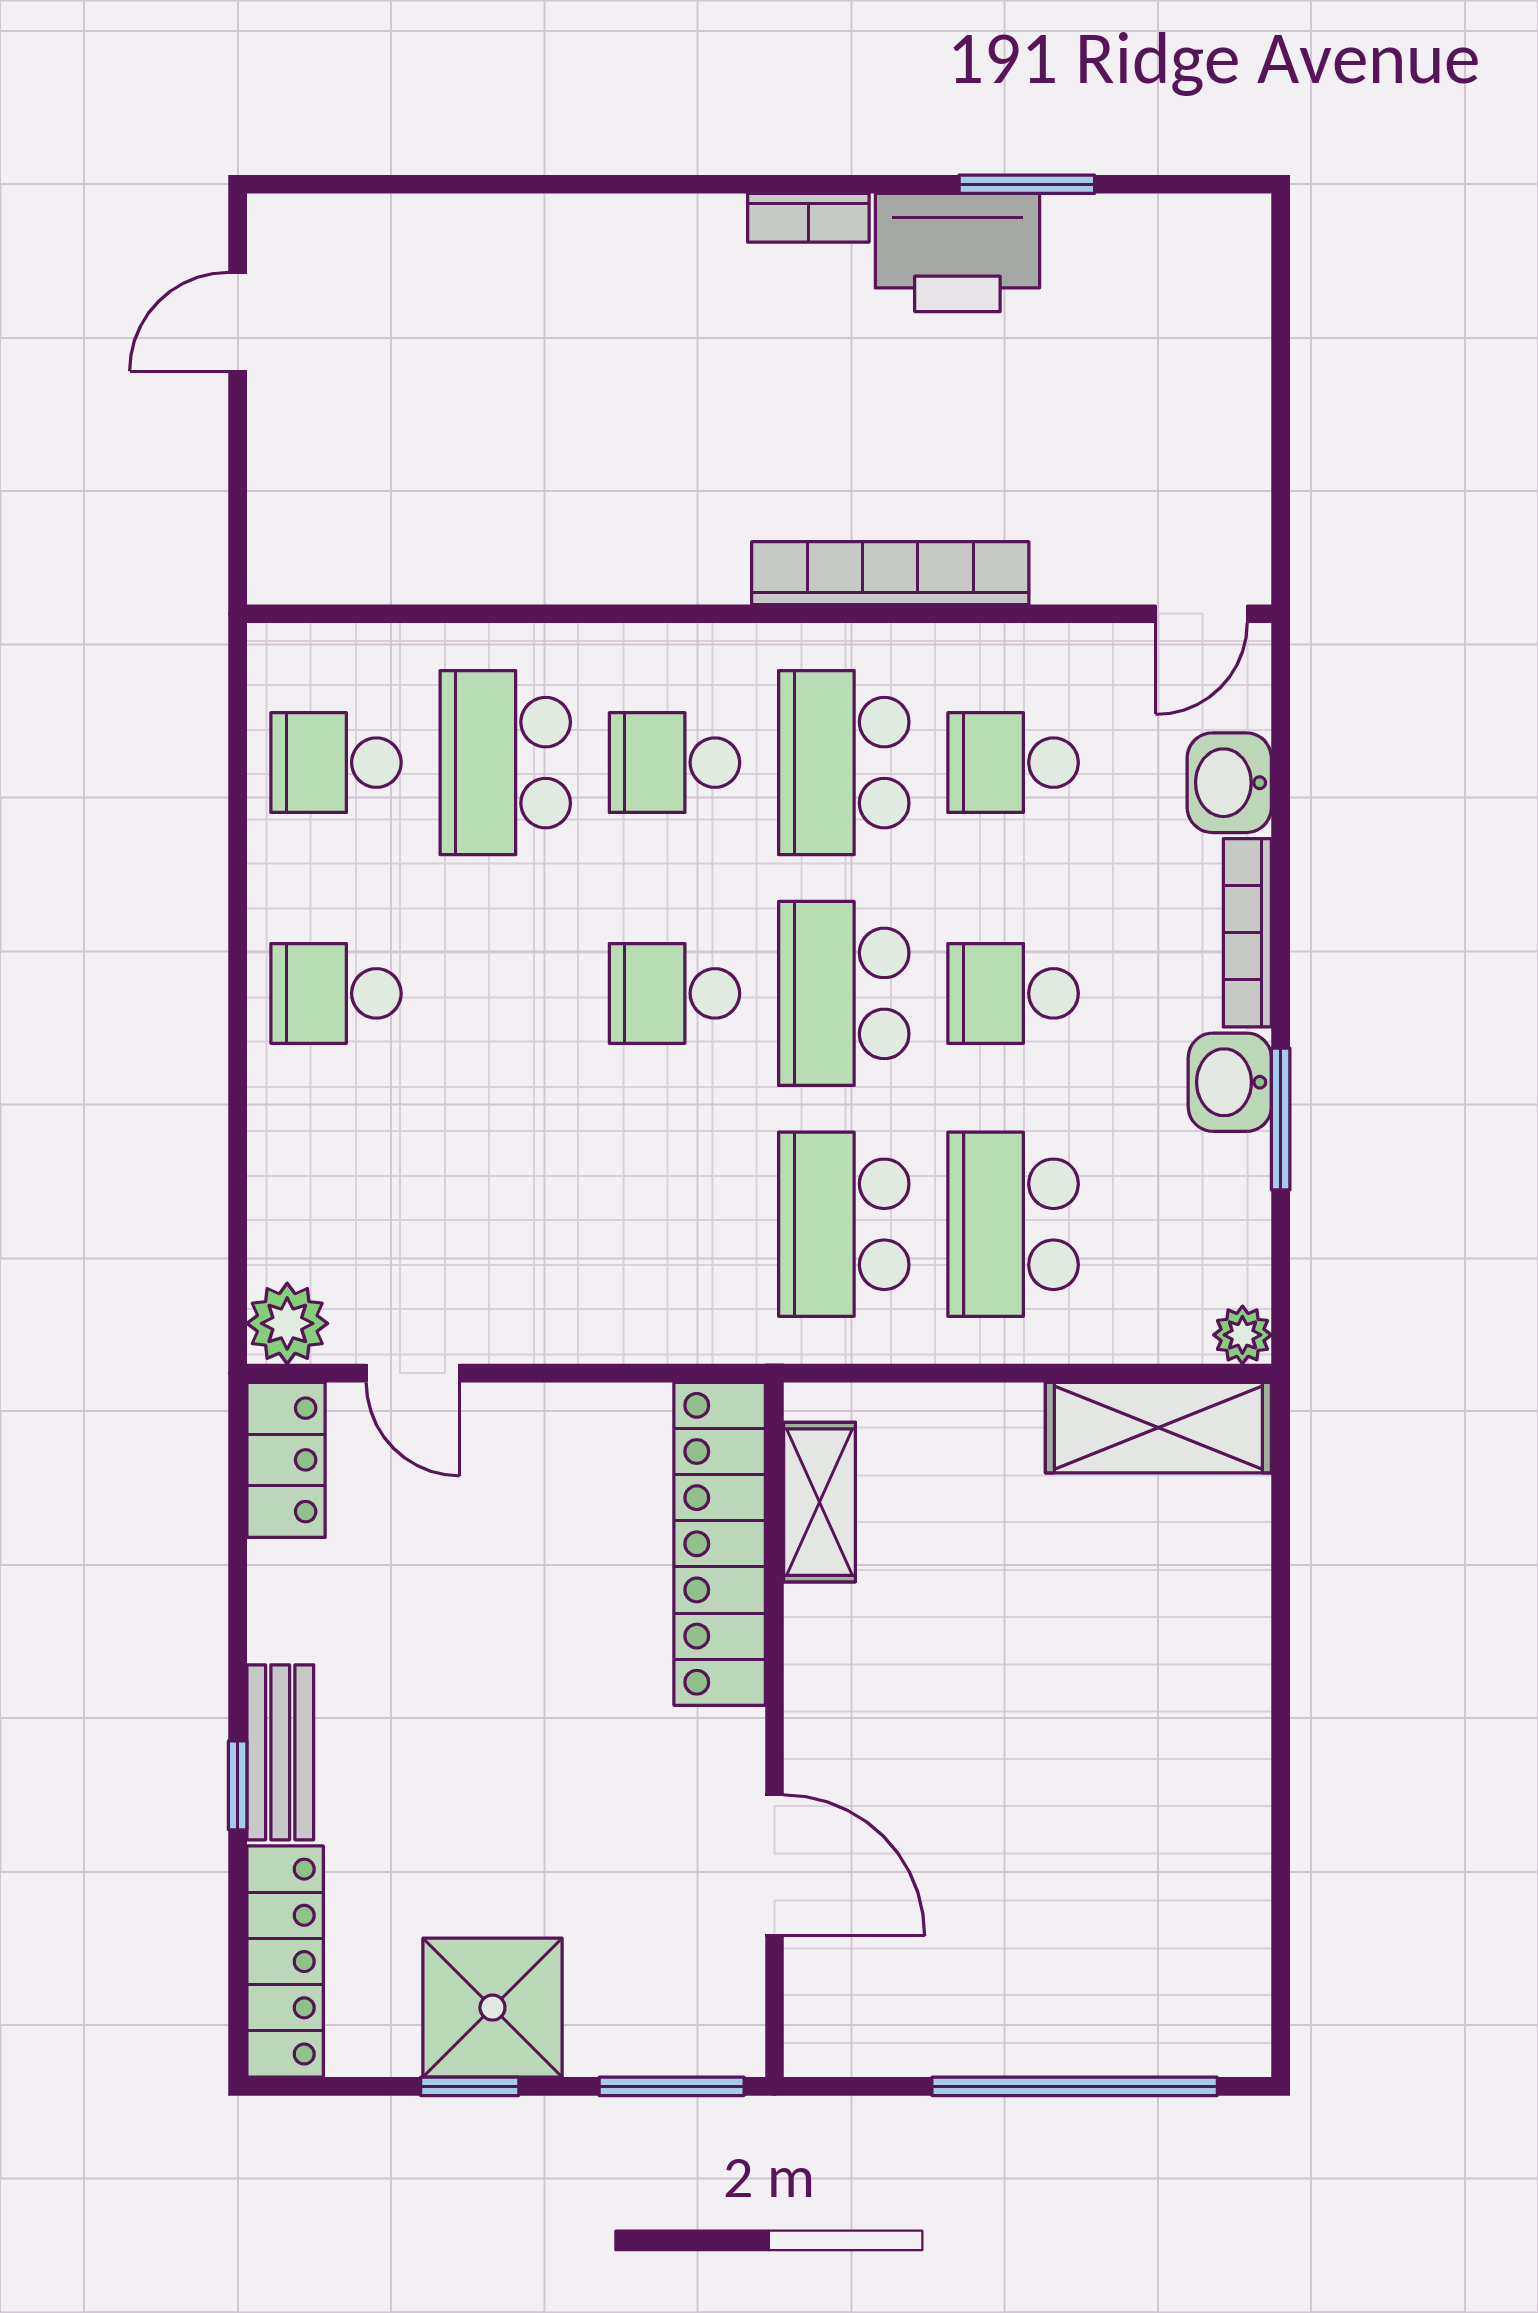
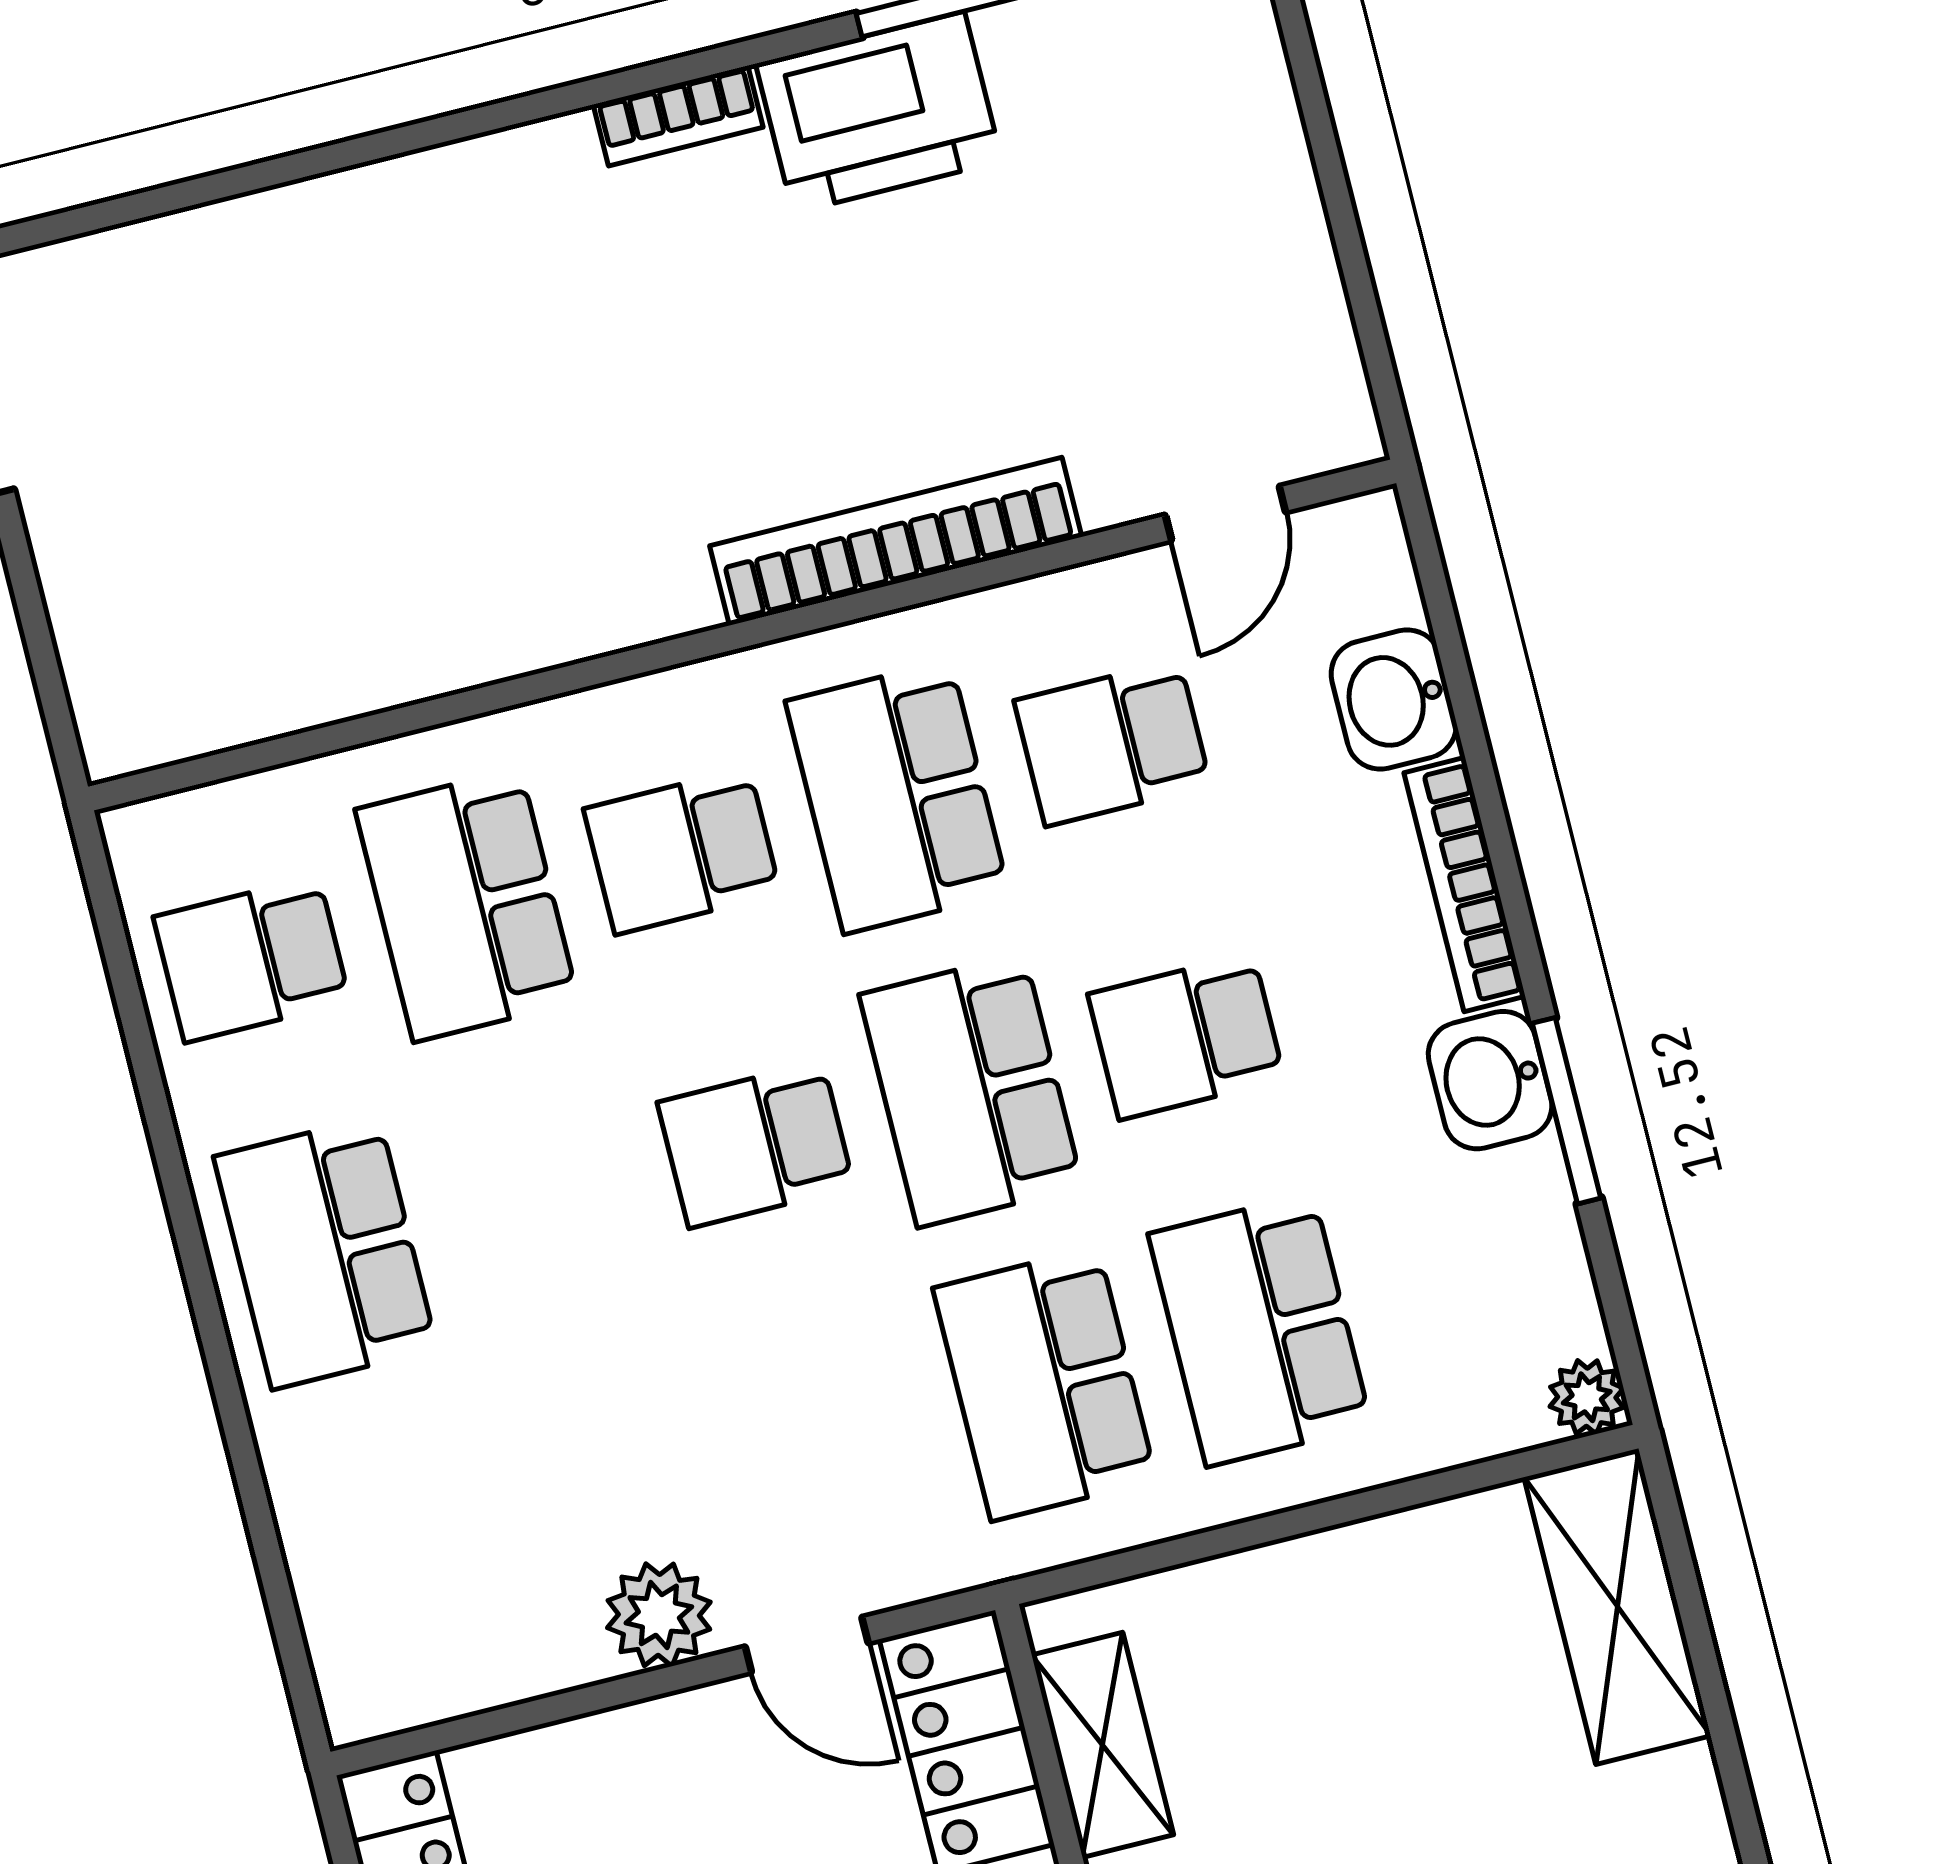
door: (1201, 614) -> (1225, 514), moved
school desk: (336, 993) -> (325, 1253), width x1.85
plant: (287, 1323) -> (659, 1615), moved
door: (413, 1373) -> (807, 1645), moved
shelving: (1158, 1428) -> (1617, 1606), moved, turned 90

